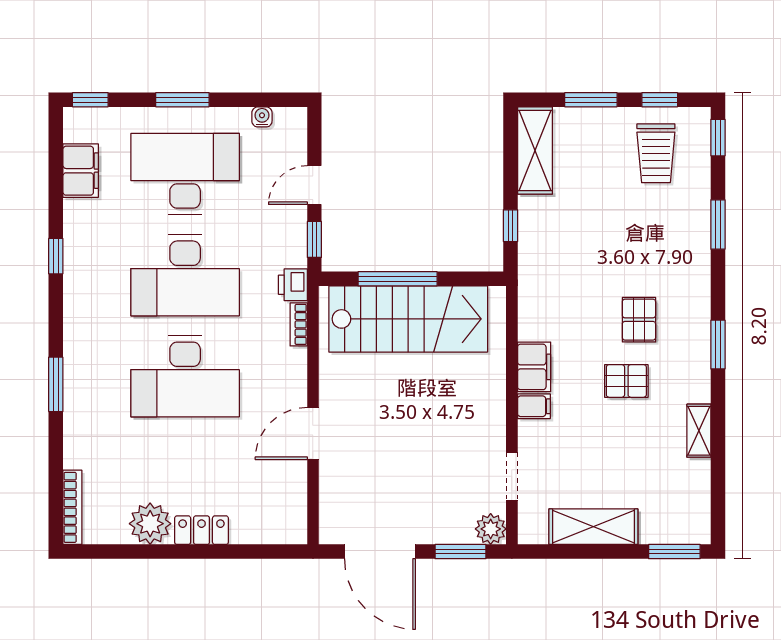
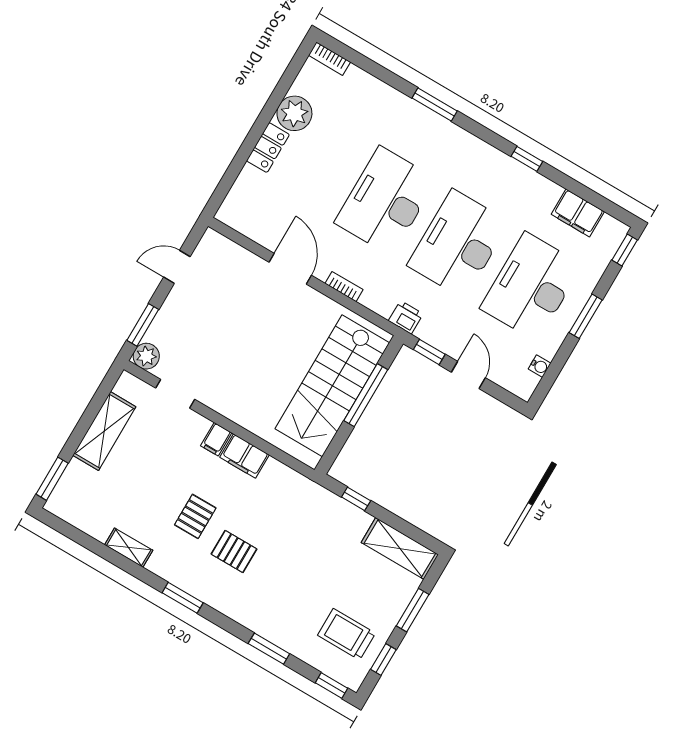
desk: (185, 174) -> (531, 287), turned 180
bookcase: (299, 324) -> (344, 287), moved
bookcase: (72, 507) -> (329, 59), width x0.64
door: (380, 552) -> (177, 267), width x0.53

